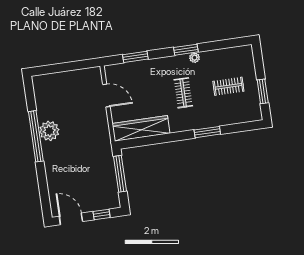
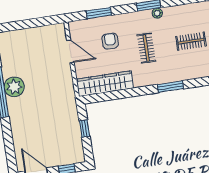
armchair: (147, 85) -> (110, 41), added
window: (120, 174) -> (85, 129), width x0.46

